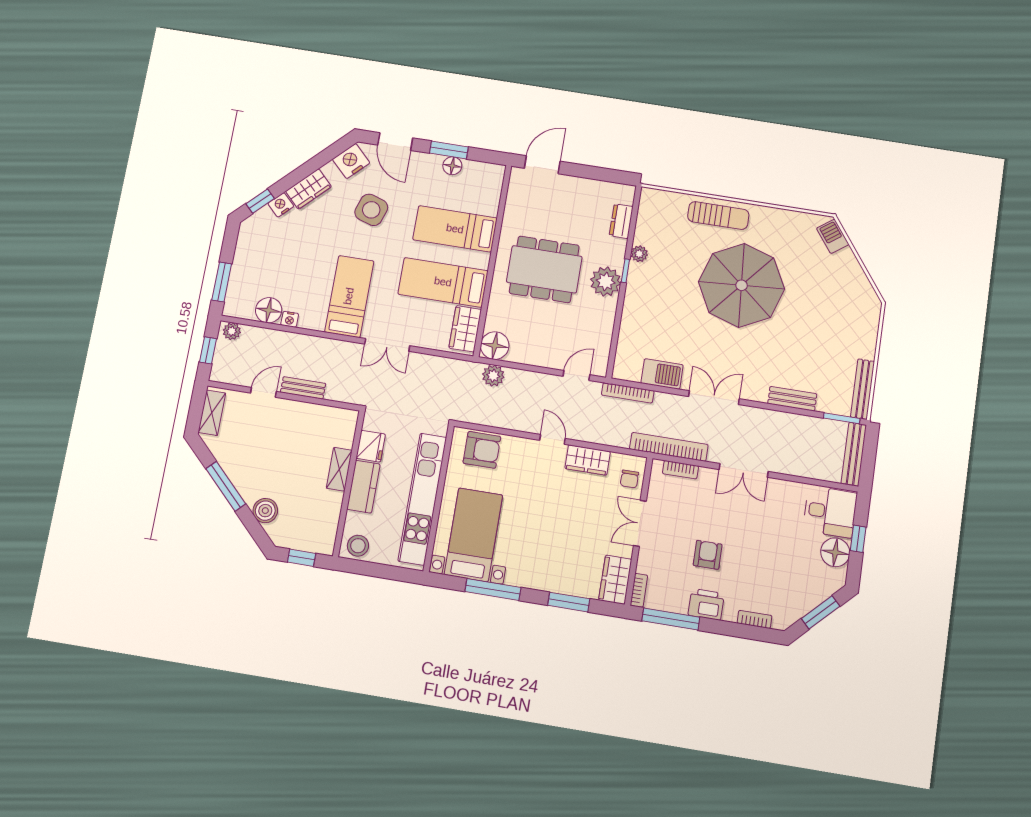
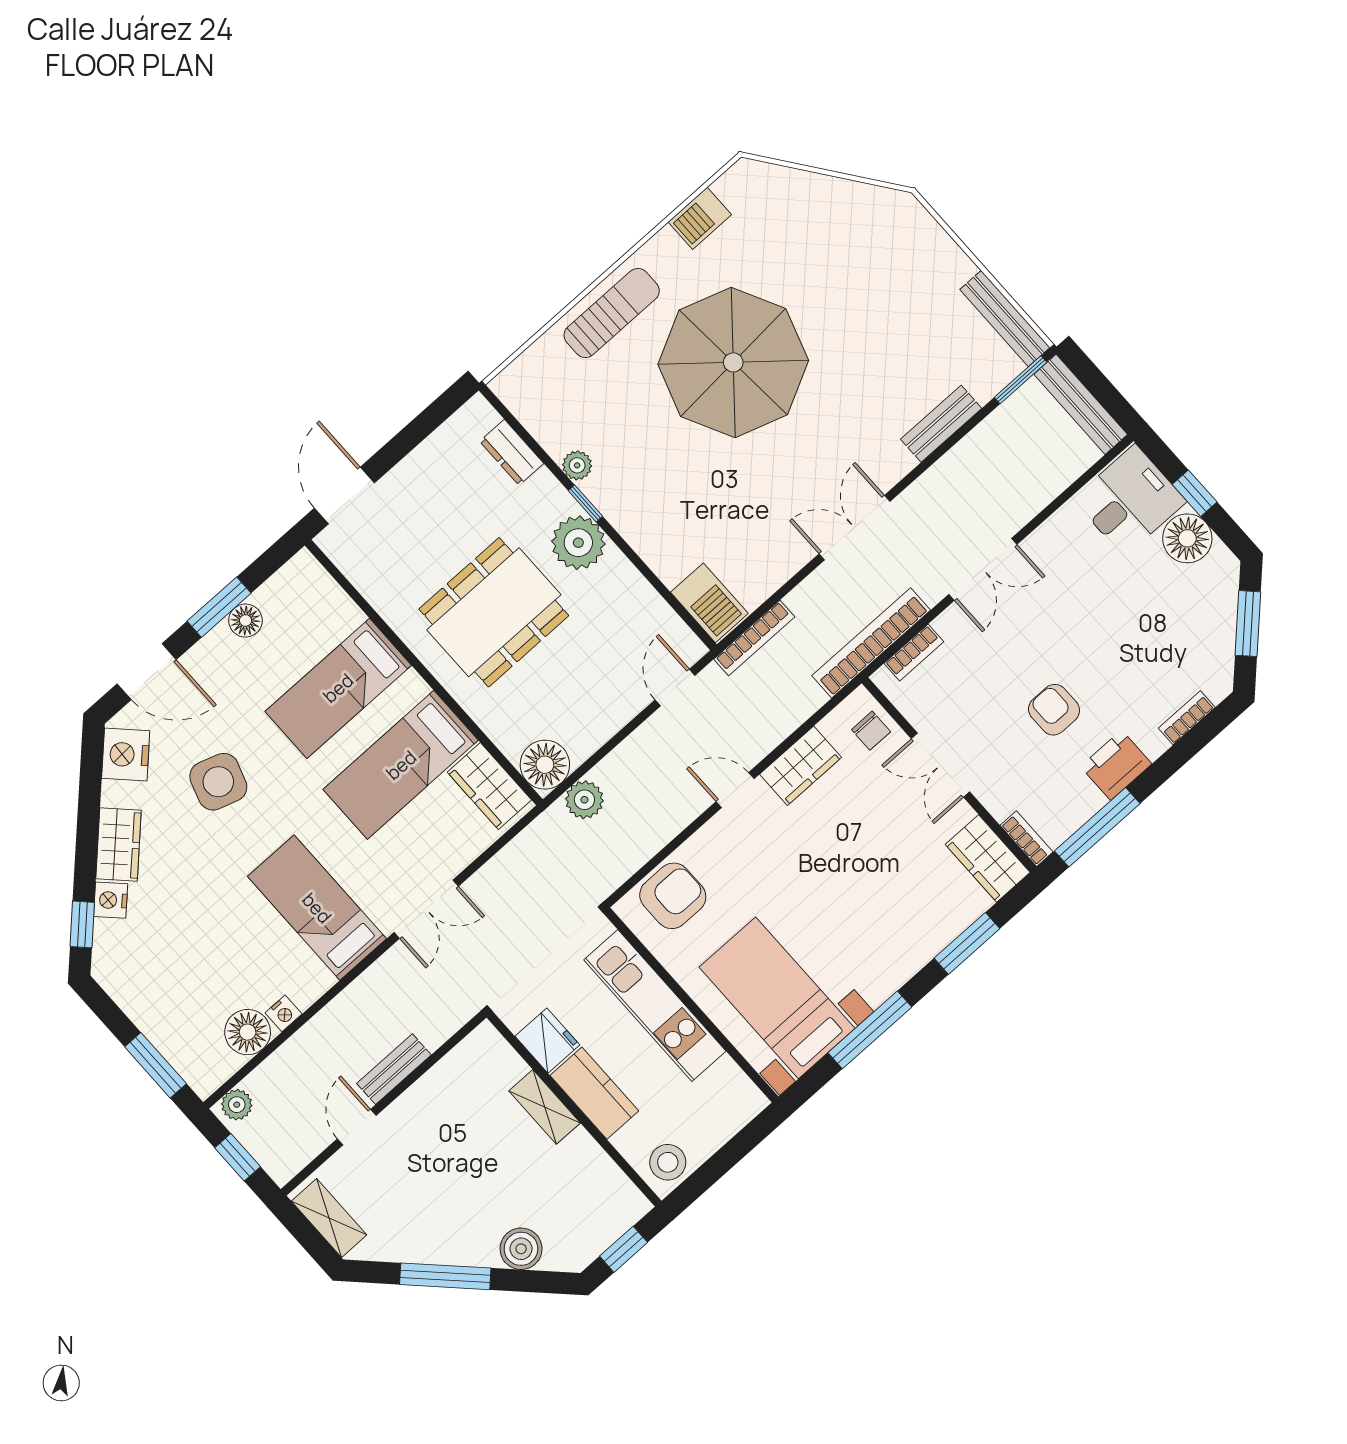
barbecue: (833, 236) -> (700, 218), moved, turned -53
barbecue: (662, 374) -> (709, 603), moved, turned 90
kitchen unit: (422, 499) -> (655, 1006), width x0.73

